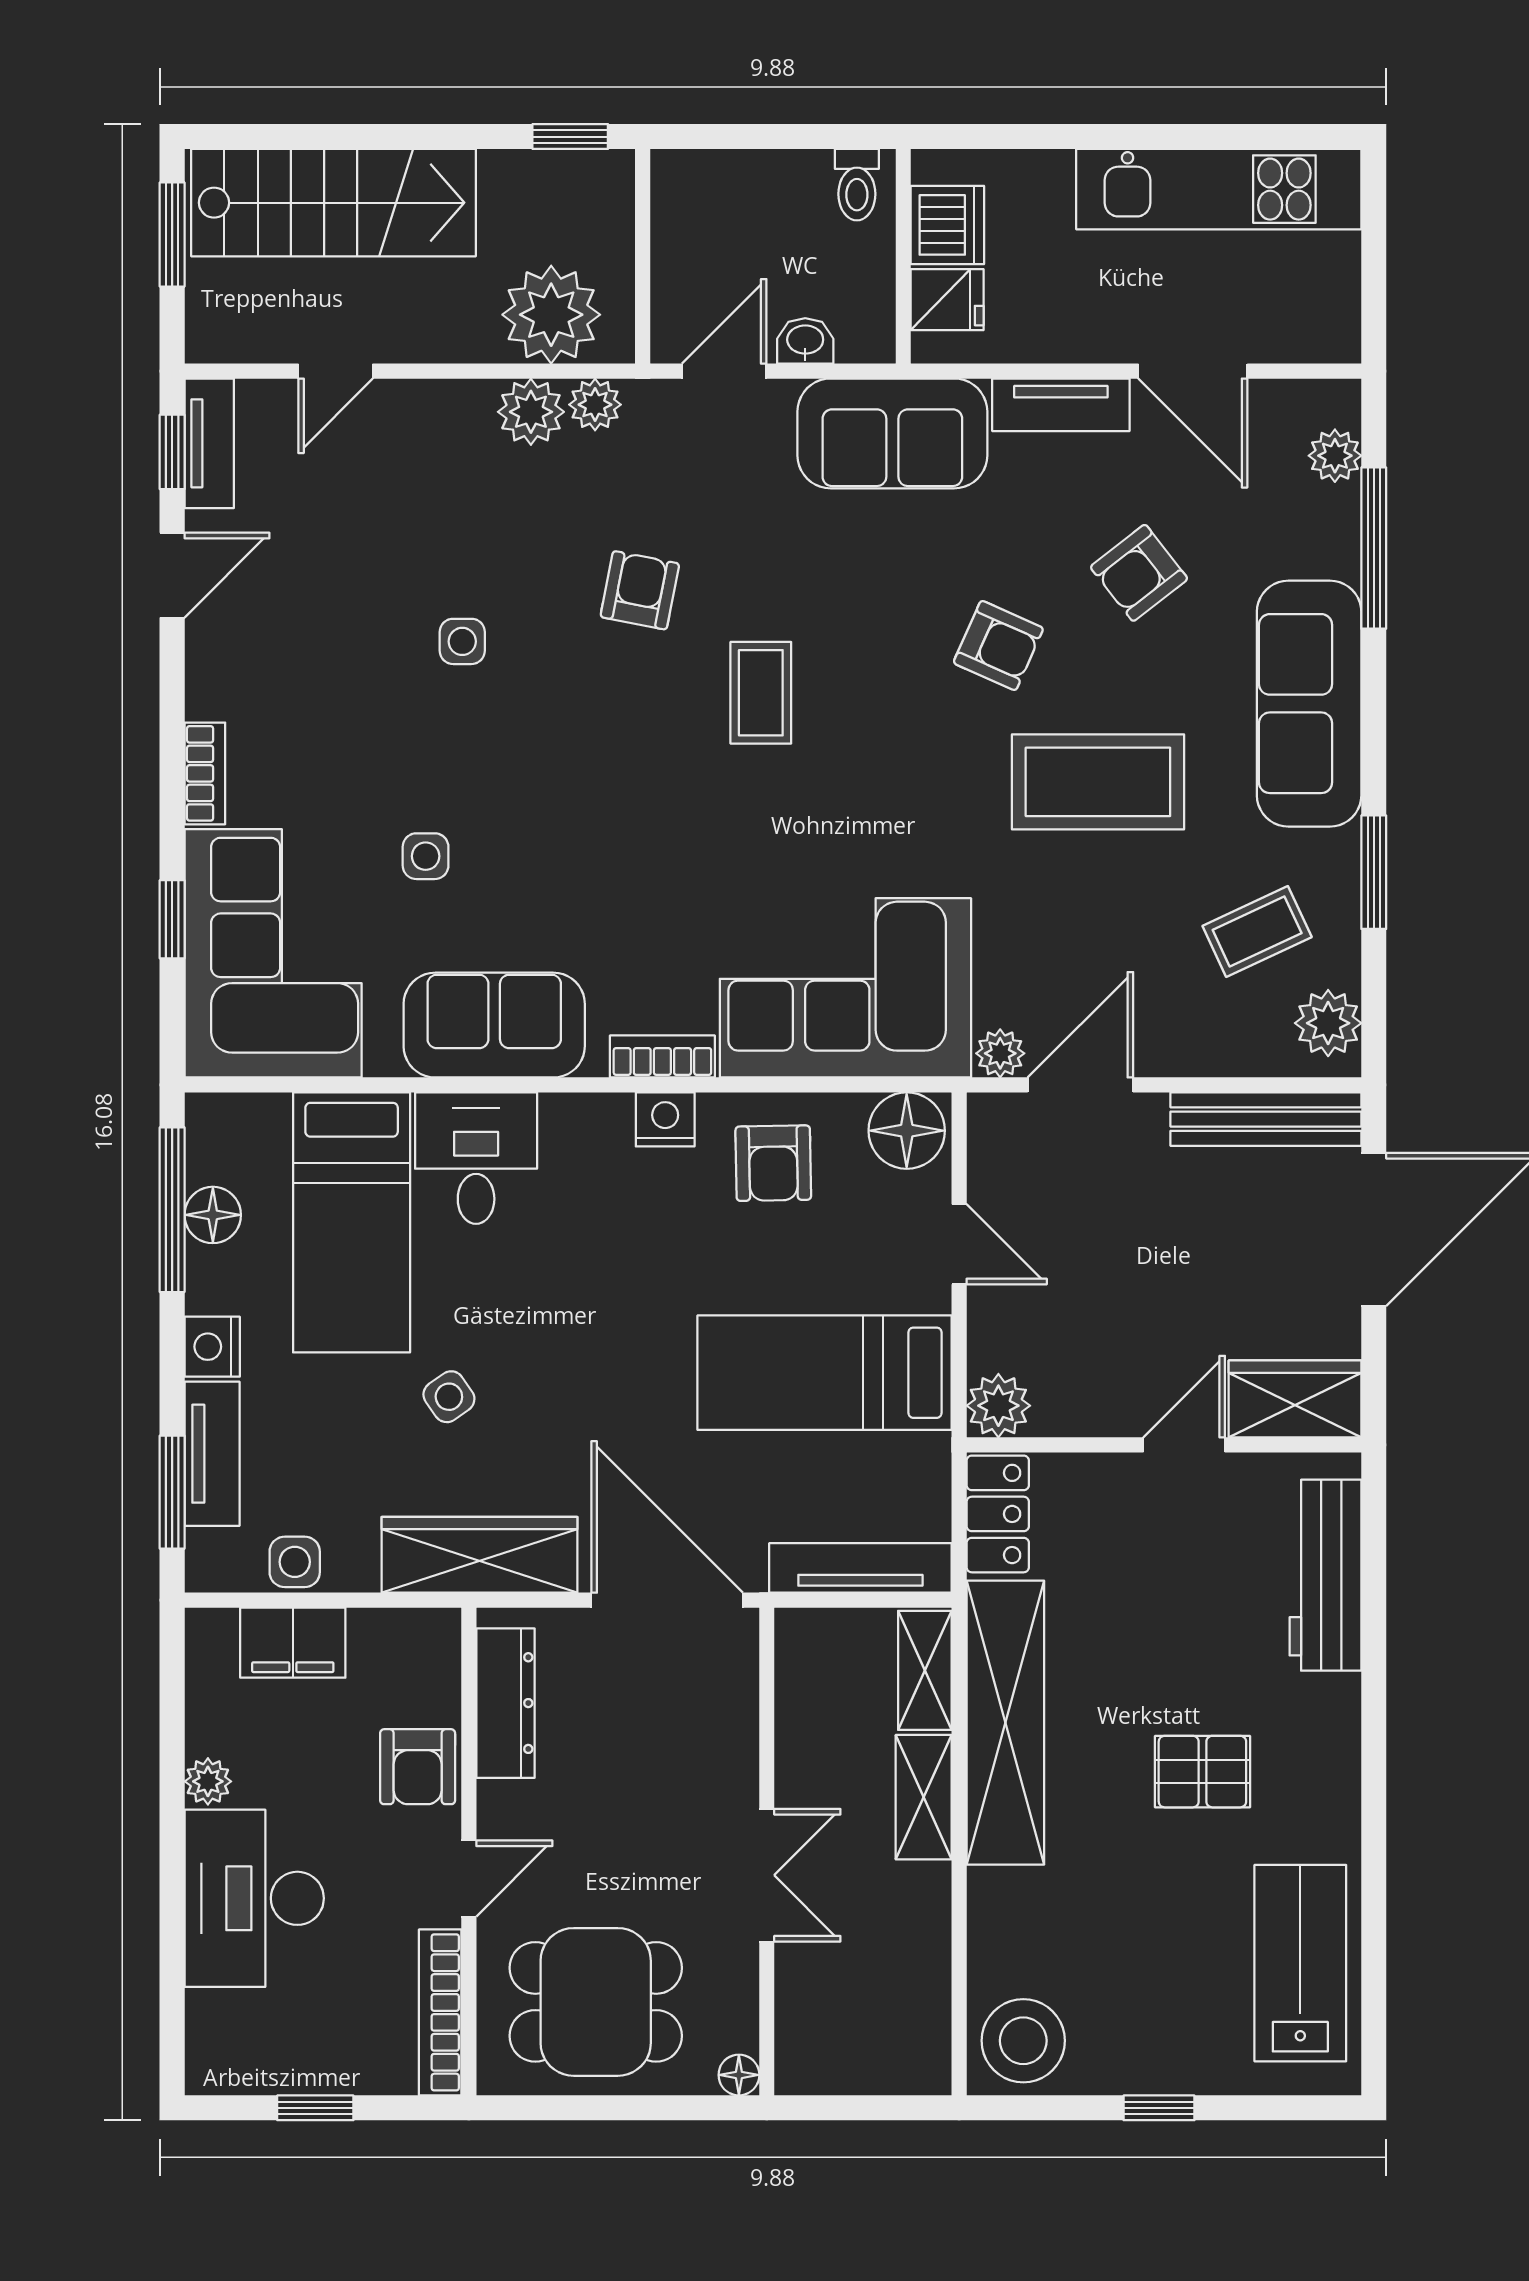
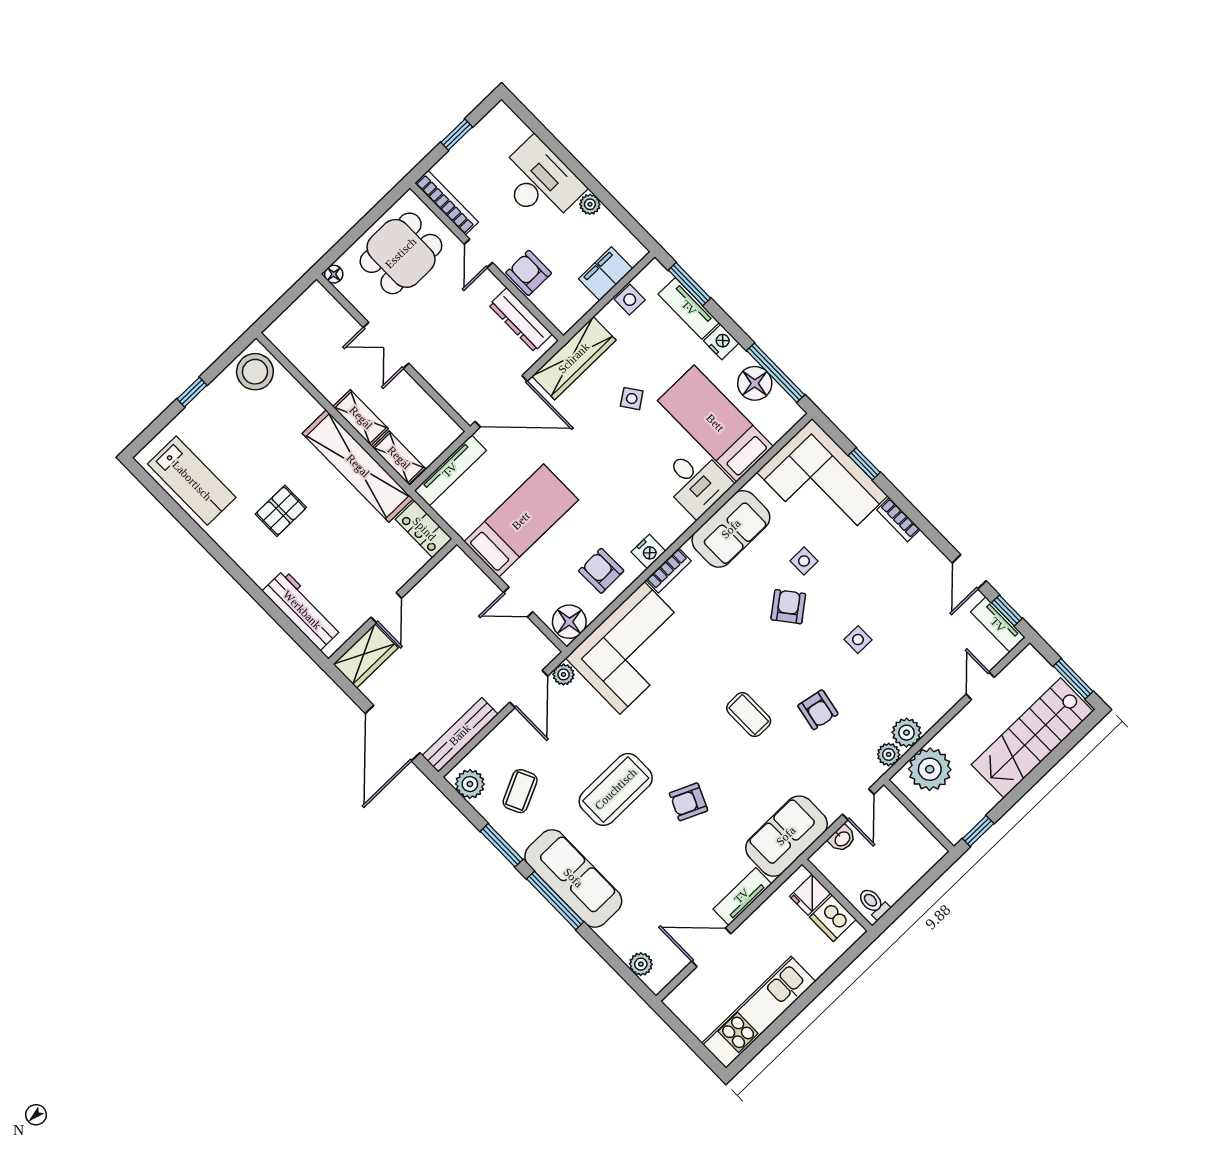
window: (1374, 548) -> (555, 900), moved
armchair: (1139, 573) -> (788, 607), moved
floor lamp: (213, 1215) -> (755, 383), width x1.38, depth x1.38
plant: (998, 1406) -> (457, 563), removed

